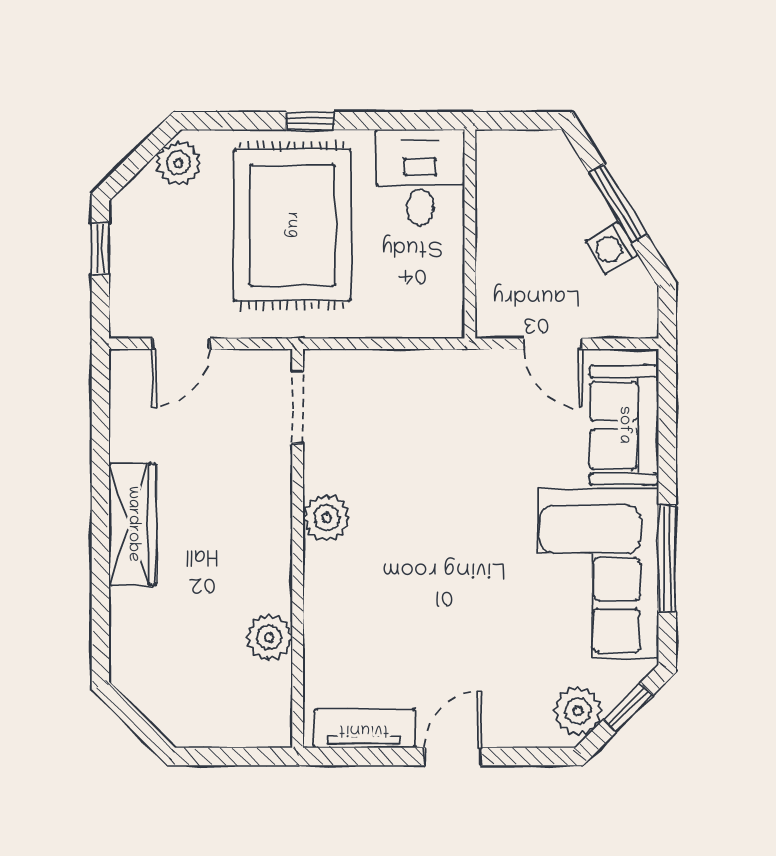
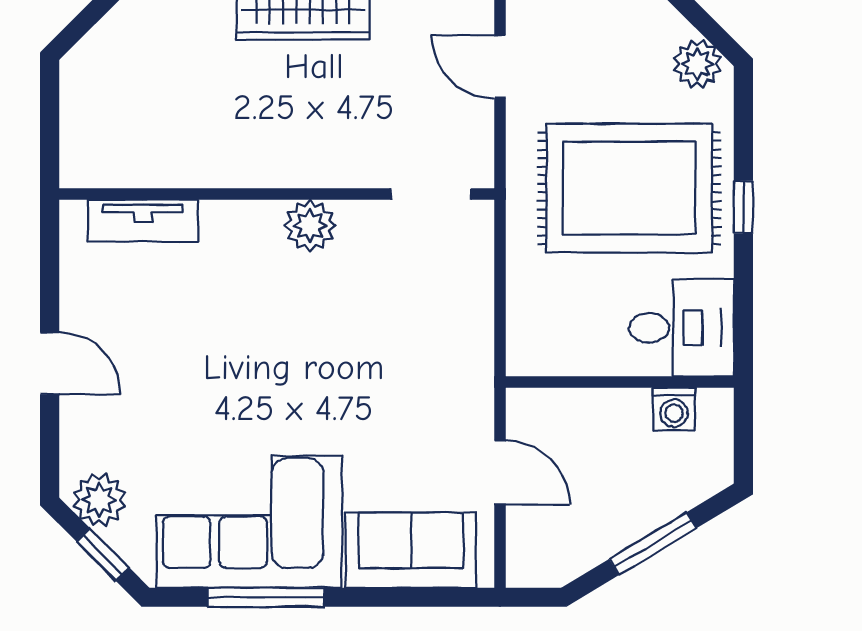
washing machine: (612, 248) -> (674, 409), moved, turned -149
door: (553, 344) -> (500, 473), swing flipped
plant: (269, 637) -> (180, 163), removed
tv unit: (364, 729) -> (143, 221), moved, turned 90

